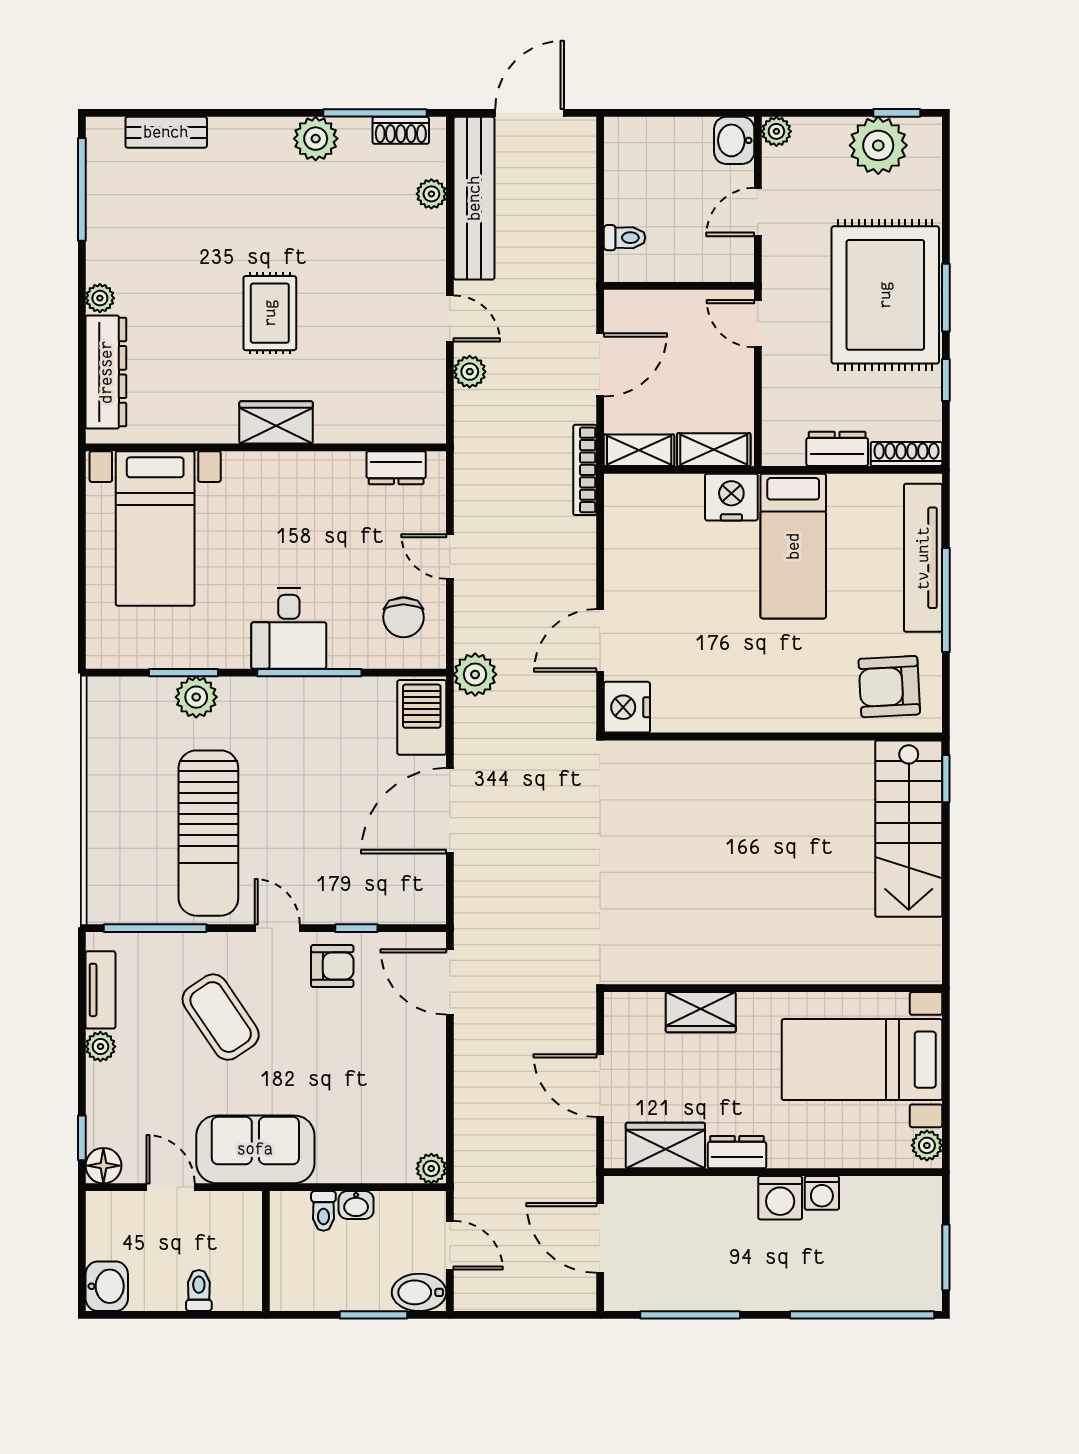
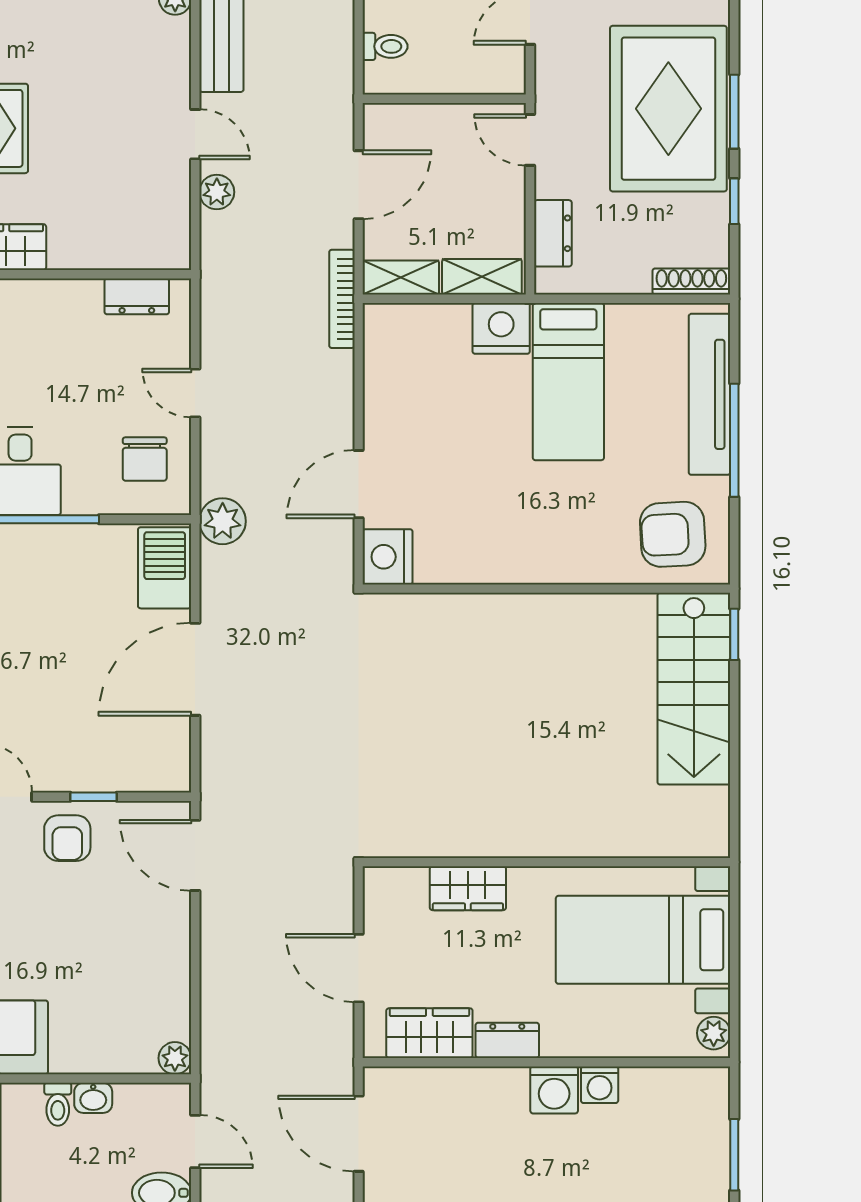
dresser: (837, 449) -> (553, 233), moved, turned 90
armchair: (332, 966) -> (67, 838), turned 90

